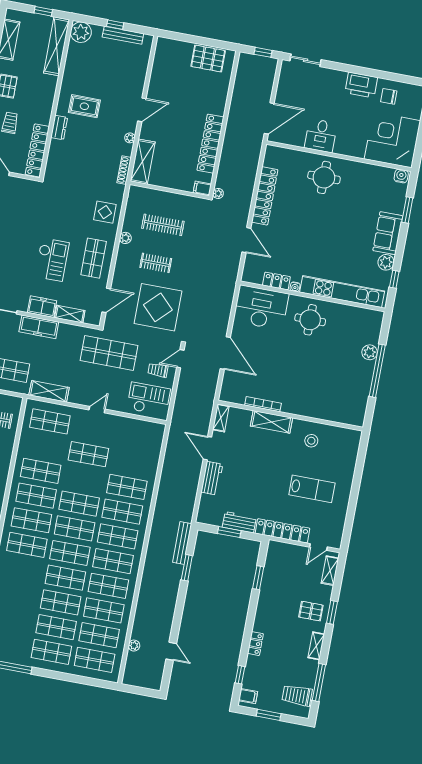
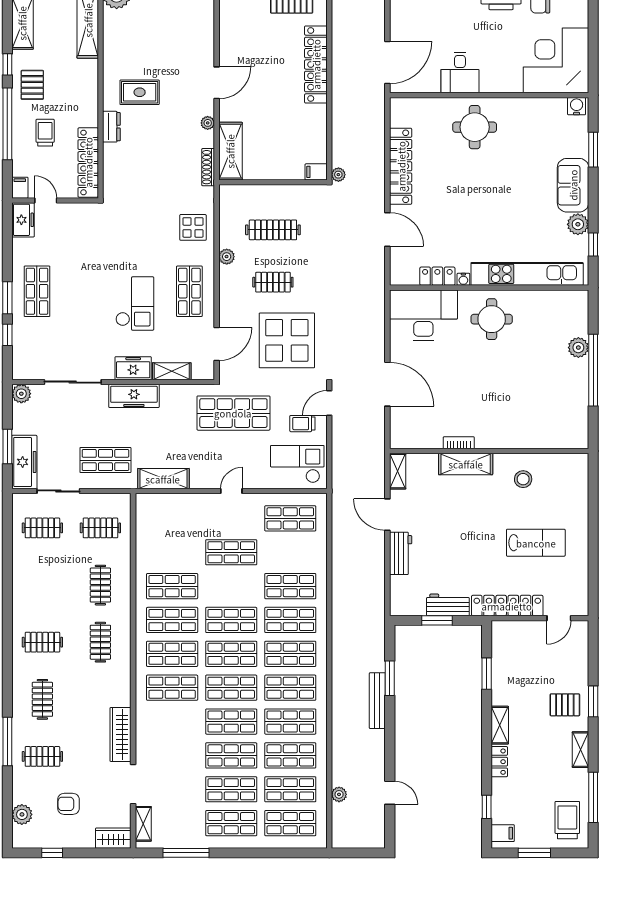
locker: (210, 144) -> (316, 64), moved
bookcase: (263, 404) -> (459, 443), width x0.64
shop shelf: (50, 421) -> (290, 518), moved
bench: (182, 543) -> (377, 701), moved
shelving: (330, 571) -> (500, 725), moved
trolley: (297, 695) -> (567, 820), turned 90

